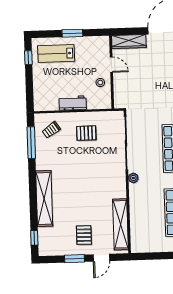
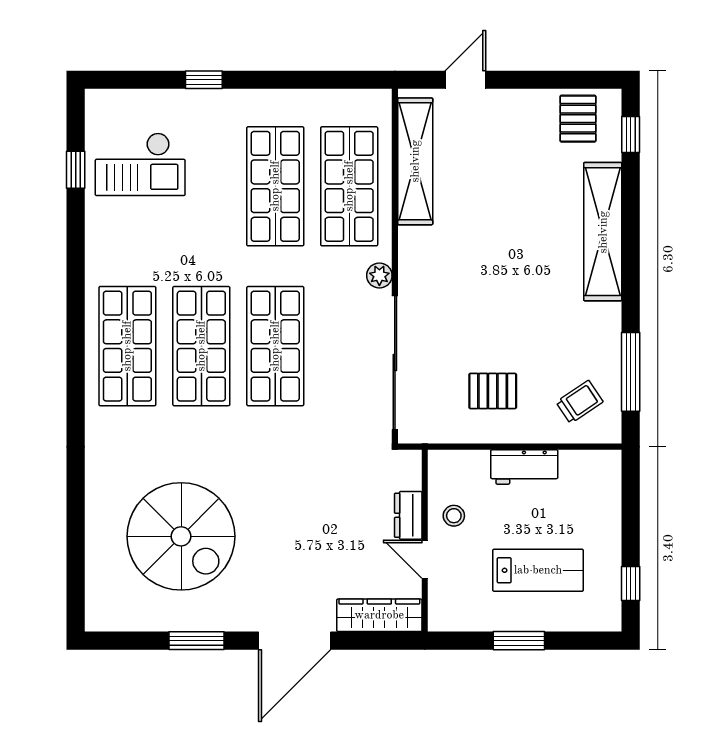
lab bench: (56, 53) -> (538, 570), moved
dresser: (119, 82) -> (408, 515), added
shop shelf: (147, 213) -> (349, 186), added
pallet: (84, 235) -> (578, 119), moved
window: (75, 259) -> (532, 80), removed

